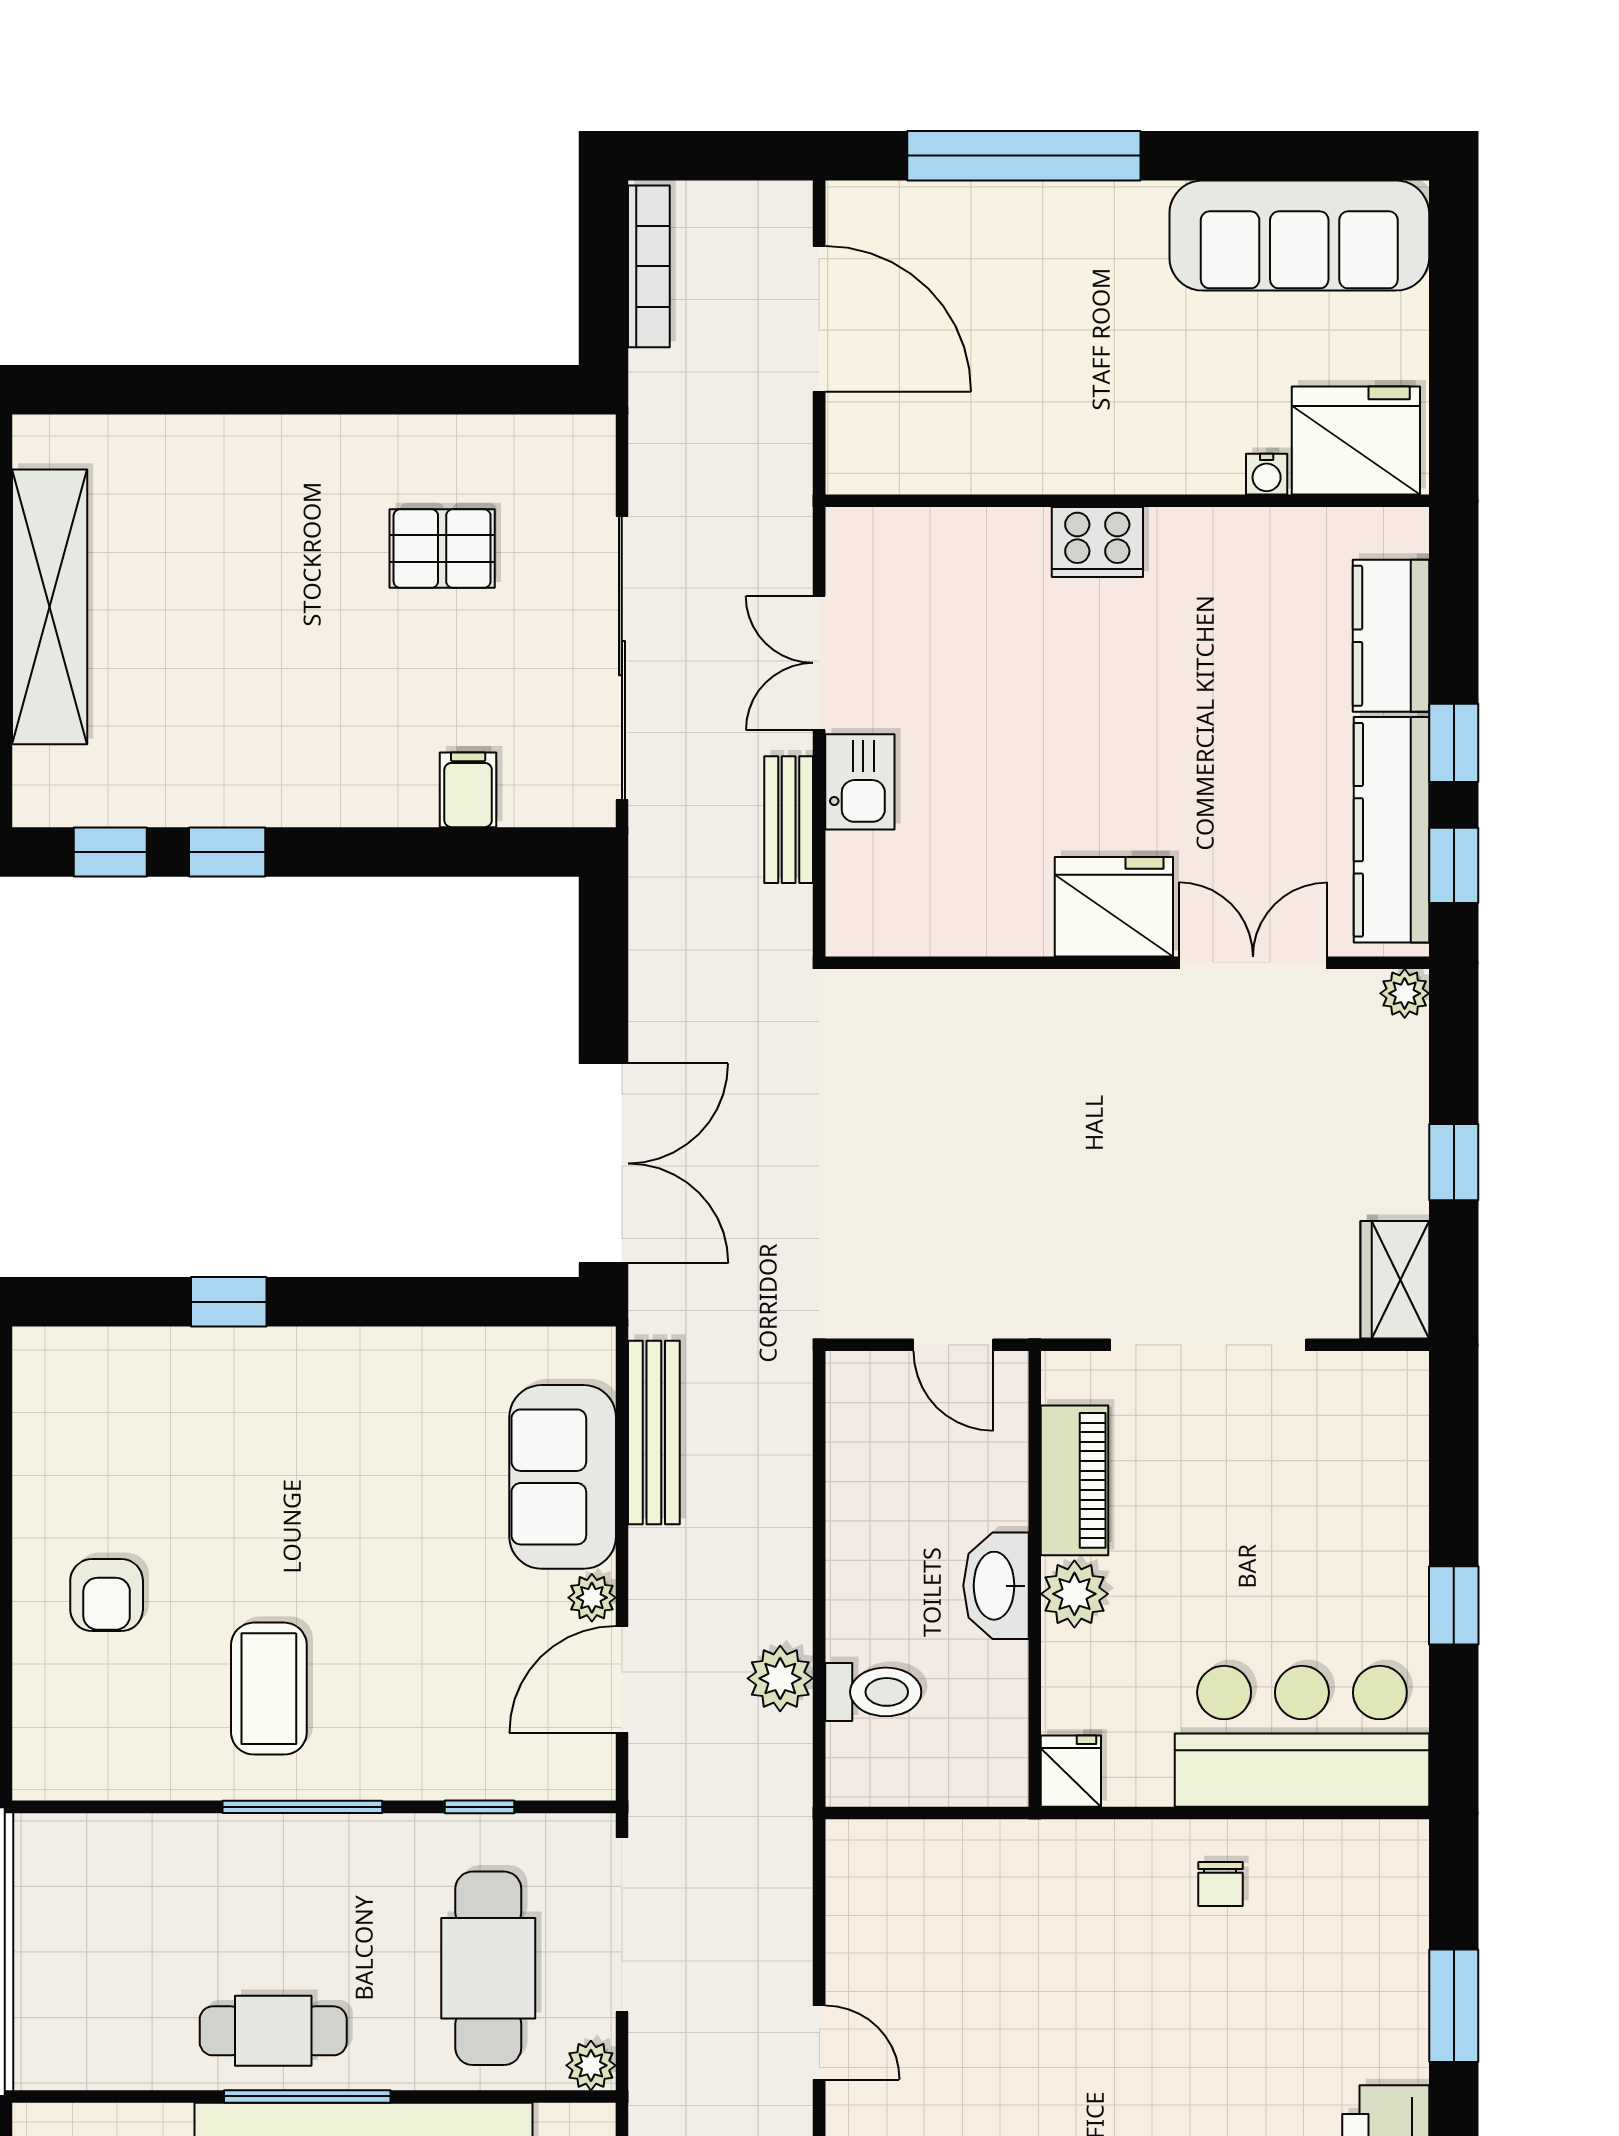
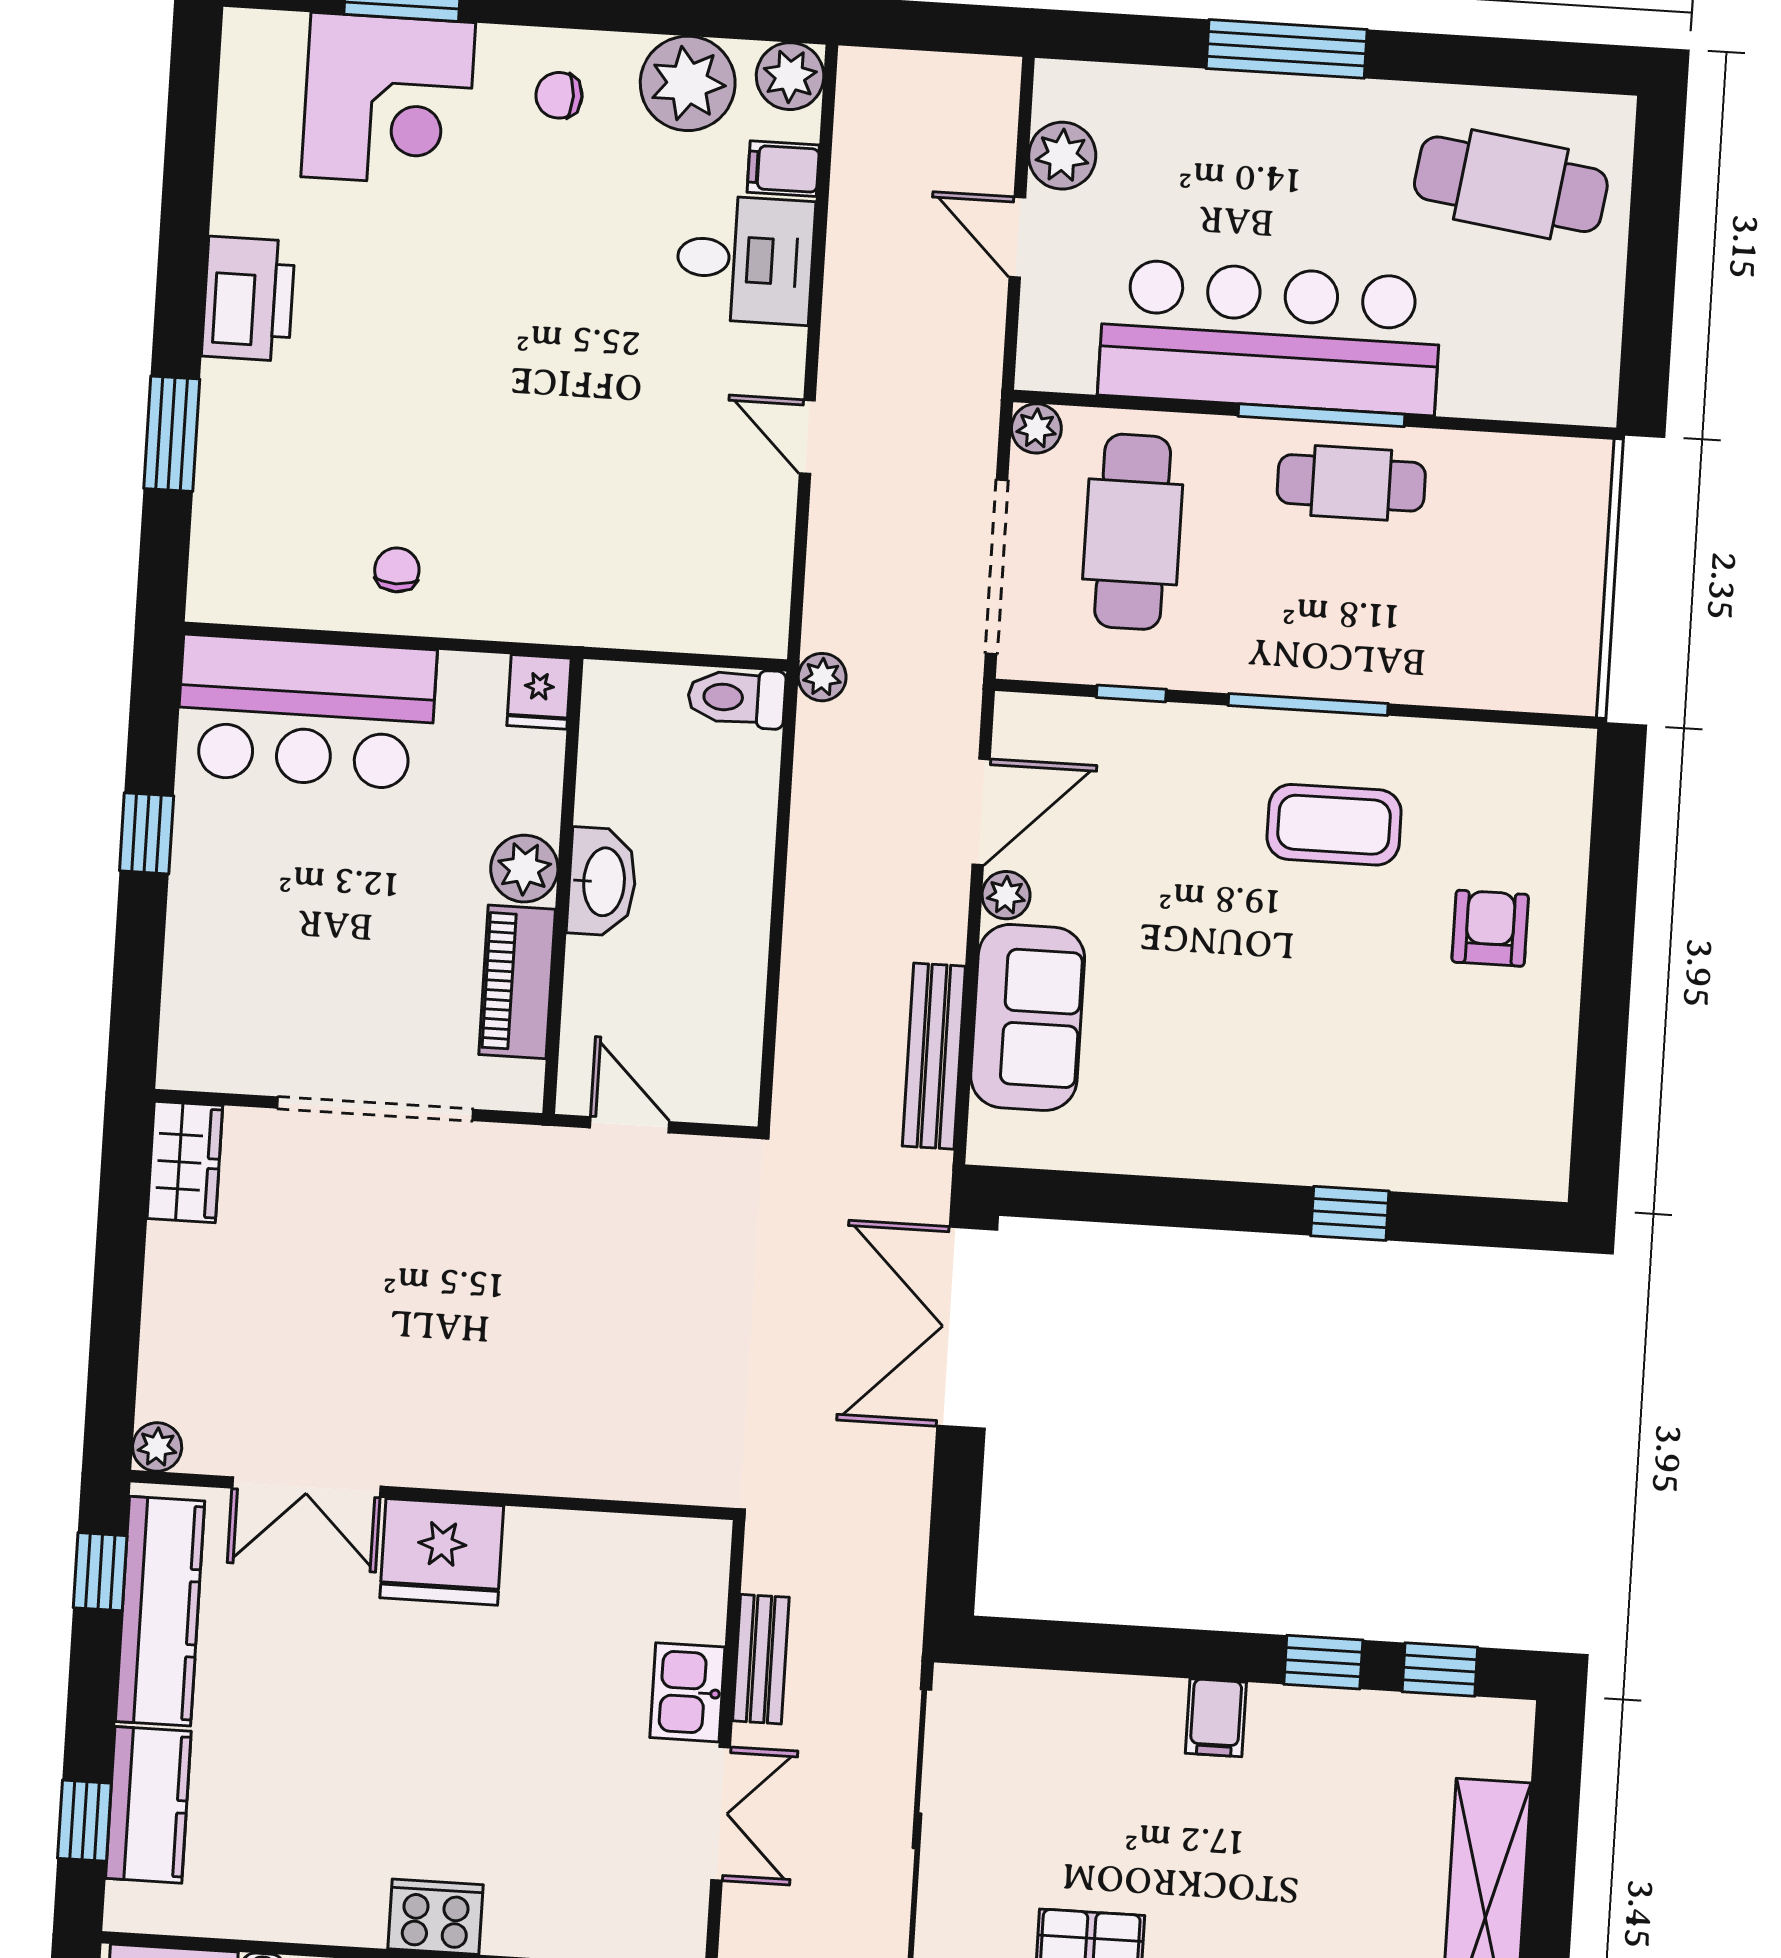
window: (1454, 743) -> (84, 1821), moved
filing cabinet: (468, 790) -> (1216, 1718), moved
window: (1454, 1162) -> (119, 1276), removed
plant: (780, 1678) -> (822, 677), moved, width x0.73, depth x0.73
coffee table: (269, 1689) -> (1334, 825), turned 90
toilet: (873, 1692) -> (737, 698), moved

